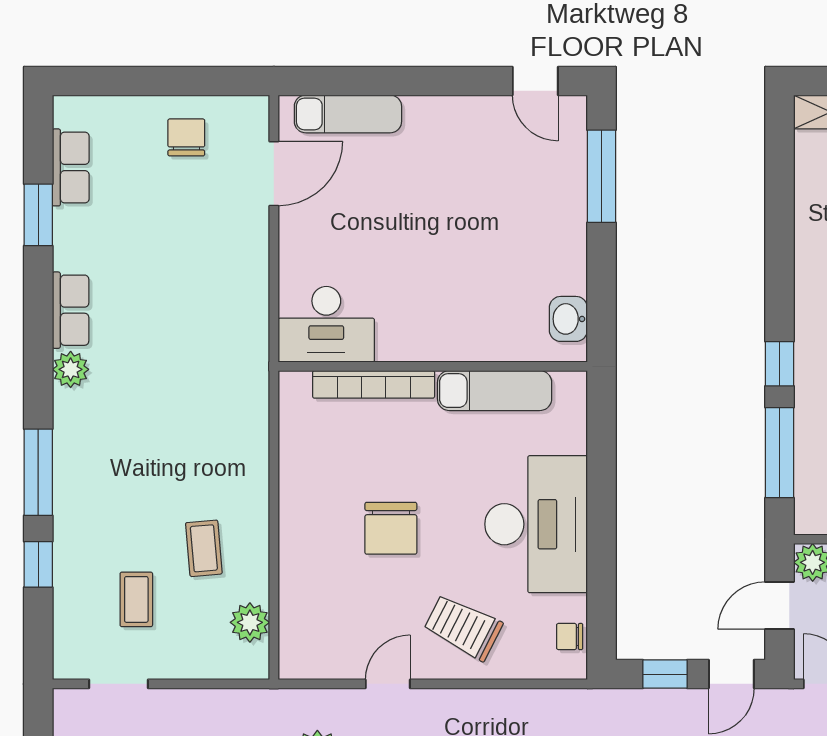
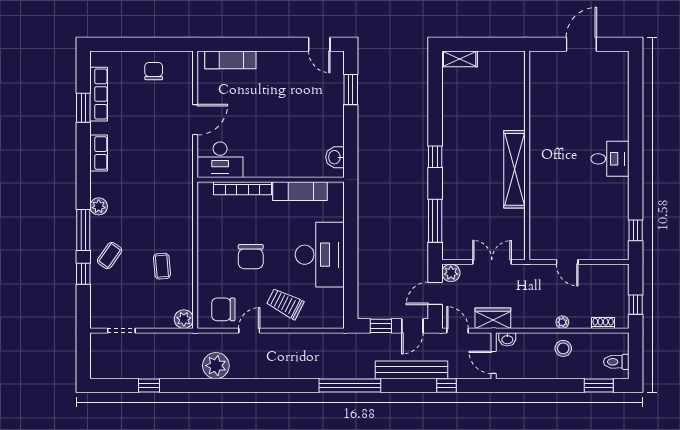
row of seats: (71, 167) -> (99, 94), width x1.48
door: (274, 174) -> (195, 120), moved
window: (602, 176) -> (351, 89), width x0.69
window: (779, 364) -> (435, 157), moved
plant: (71, 369) -> (99, 206), moved
coffee table: (136, 599) -> (110, 256), moved, turned 35
plant: (250, 622) -> (184, 319), moved
chair: (570, 637) -> (223, 309), moved, width x1.87, depth x1.87

